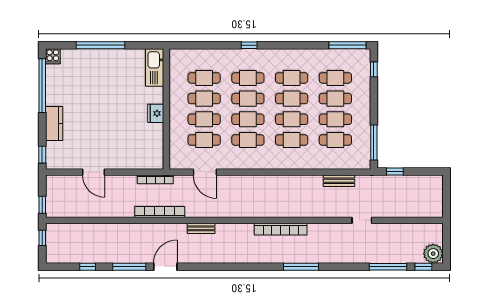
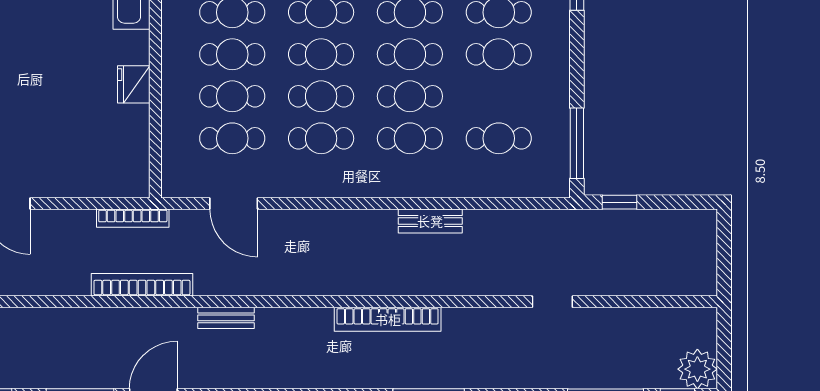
cafe table: (335, 119) -> (499, 96), removed
bench: (339, 181) -> (430, 221), moved

